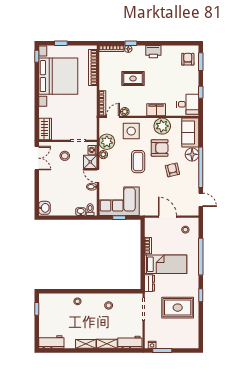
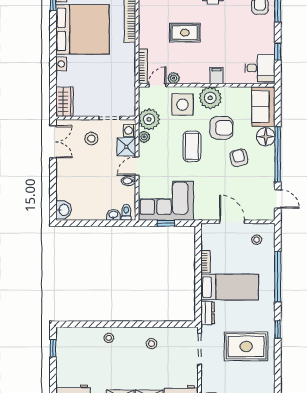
filing cabinet: (156, 110) -> (216, 75), width x0.50
plant: (162, 126) -> (210, 98), moved
door: (98, 176) -> (137, 166), hinge flipped

